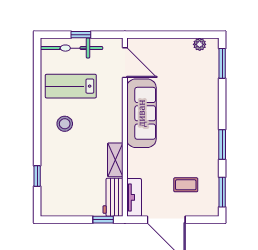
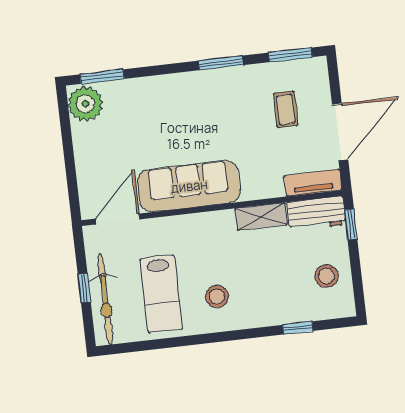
plant: (200, 44) -> (85, 104), width x1.87, depth x1.87
stool: (70, 199) -> (327, 276), added

